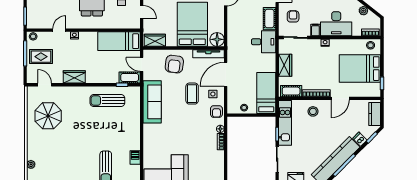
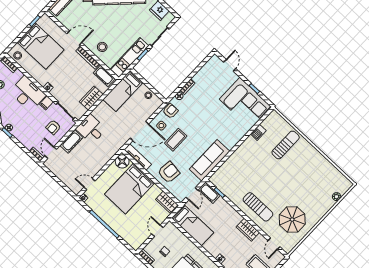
sun lounger: (107, 101) -> (258, 207), moved

